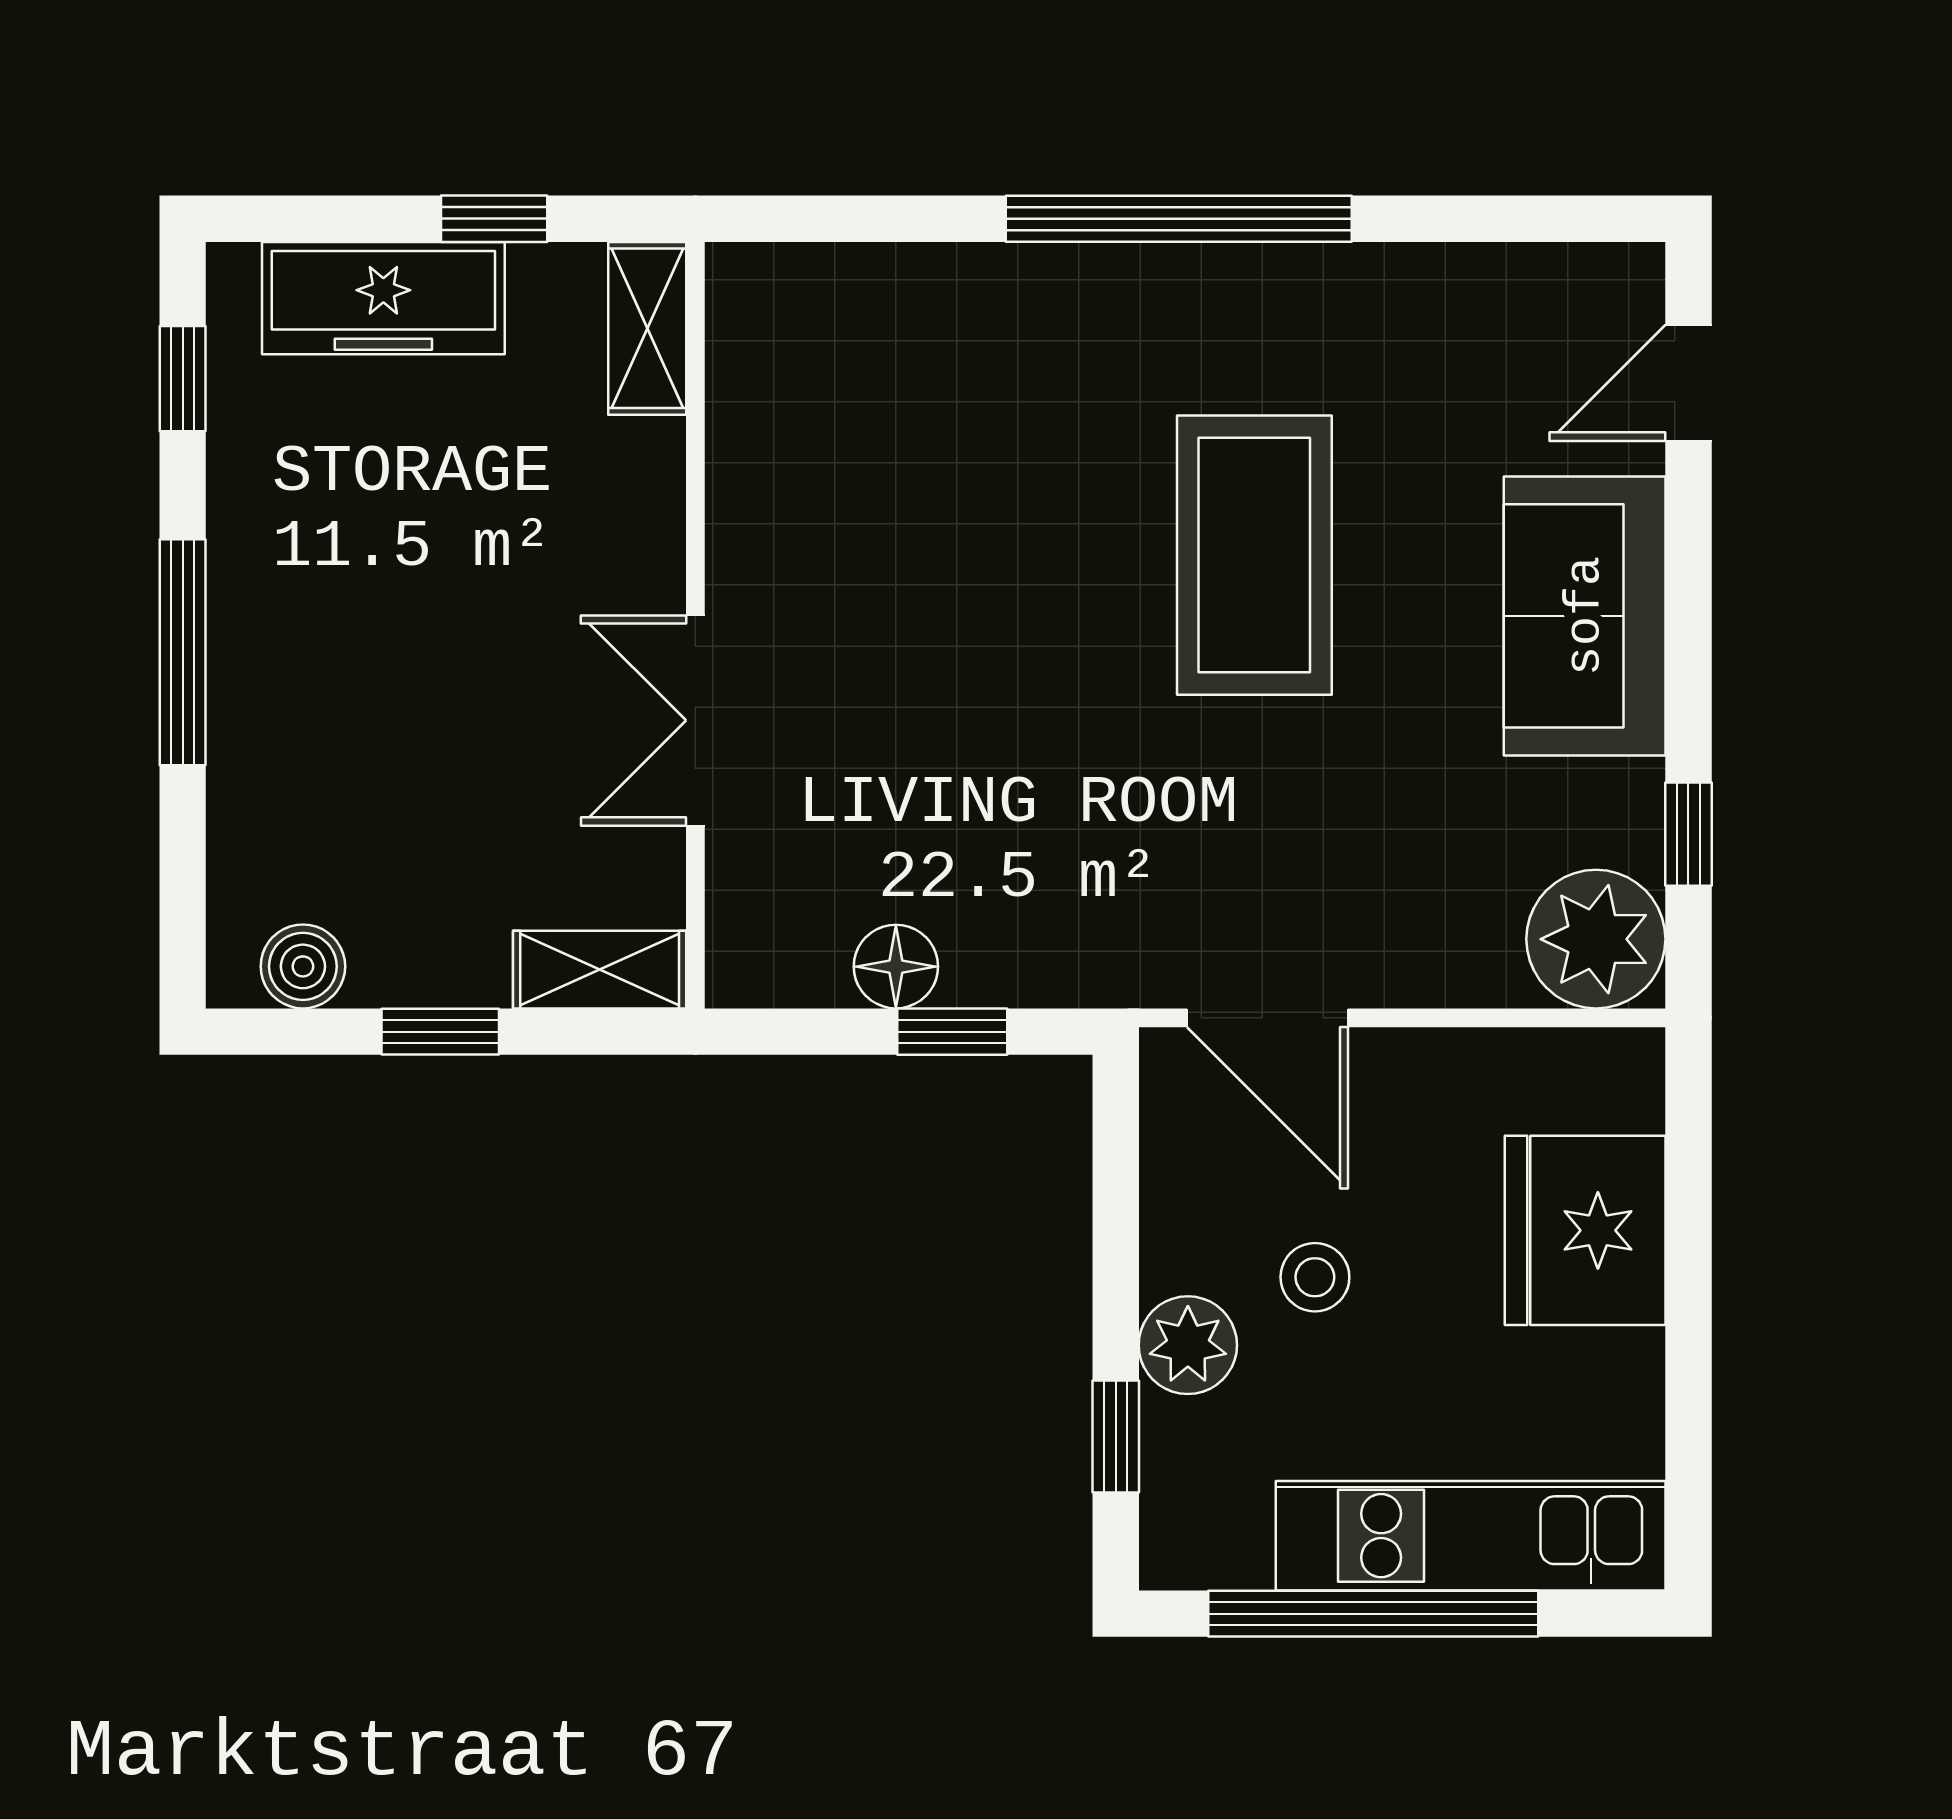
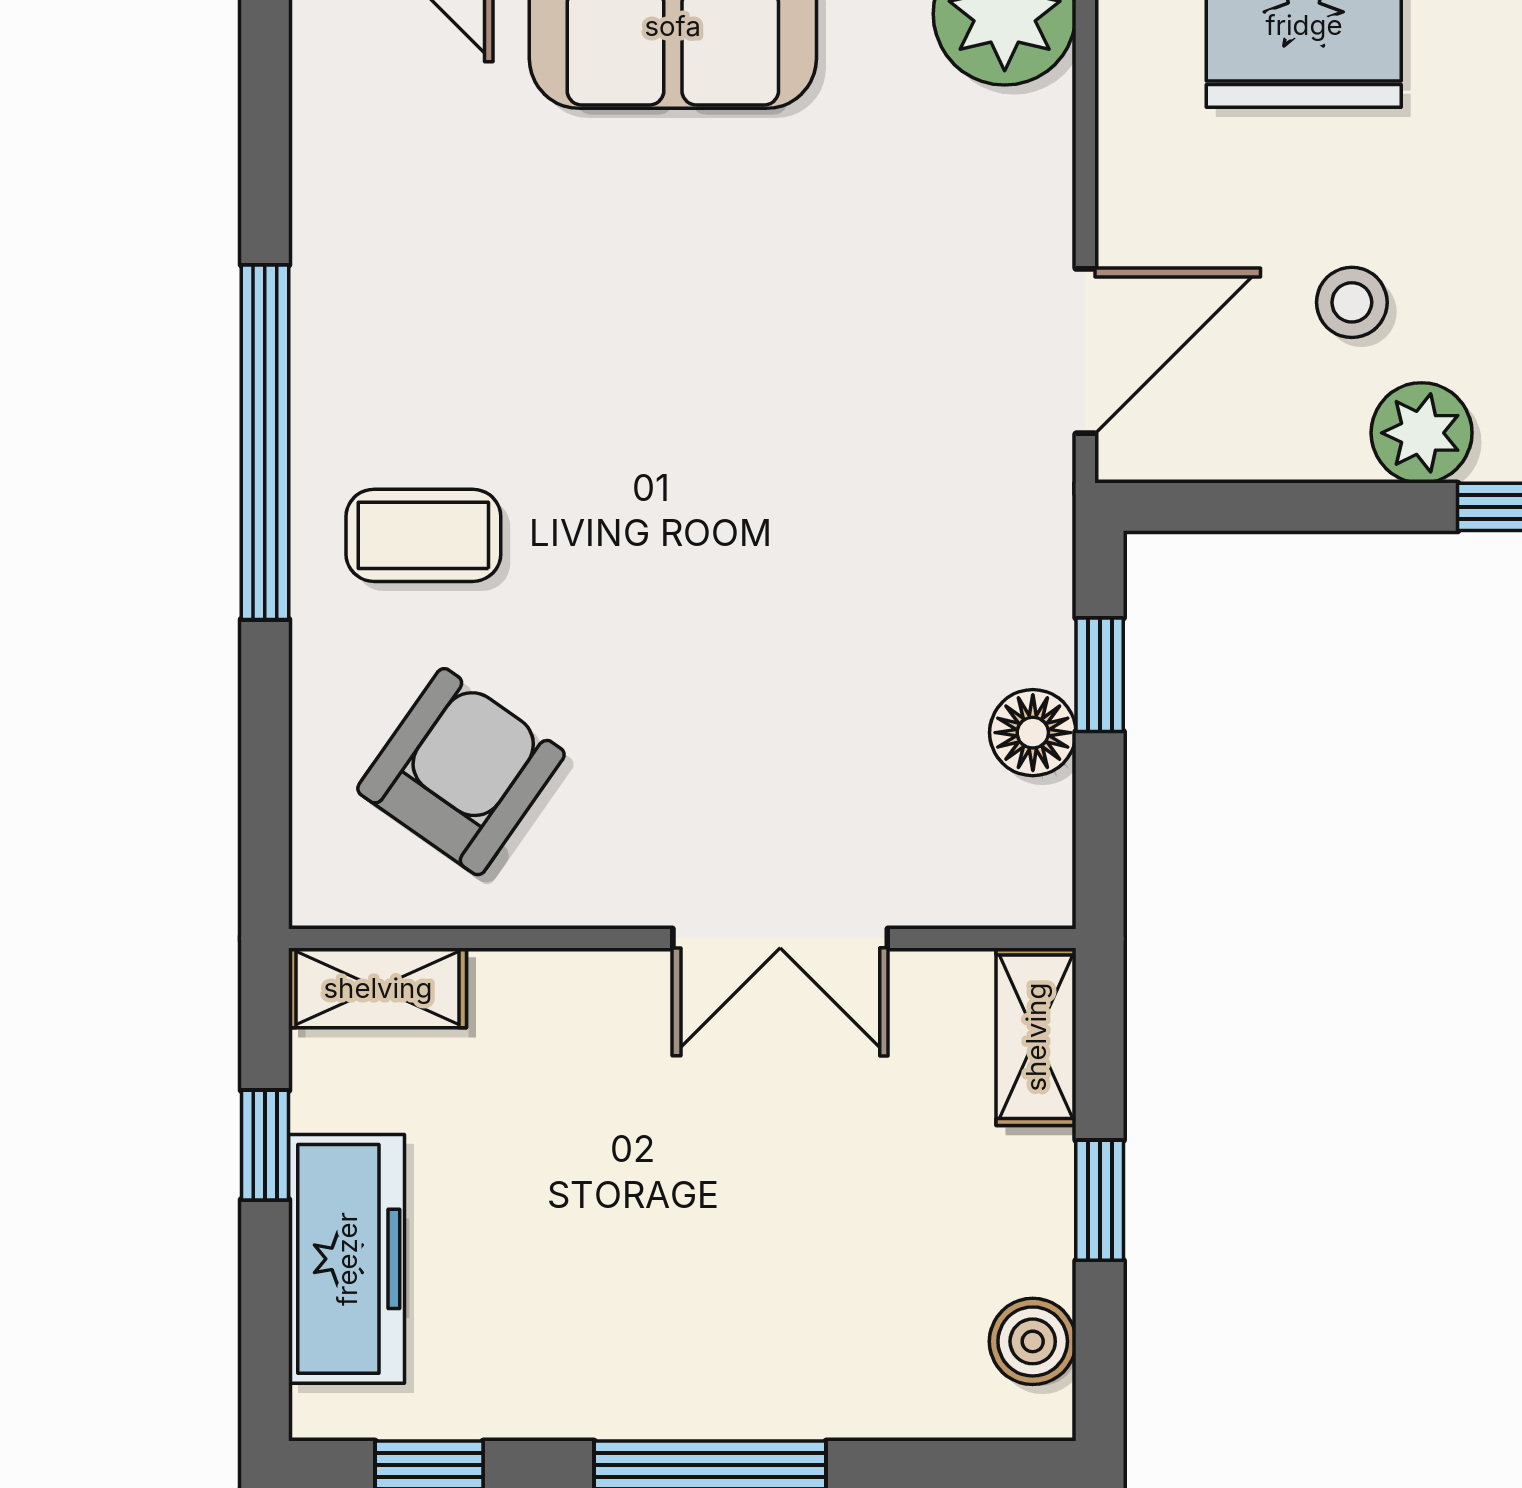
armchair: (858, 410) -> (461, 772), added
coffee table: (1254, 555) -> (423, 535), moved, width x0.54, depth x0.58

